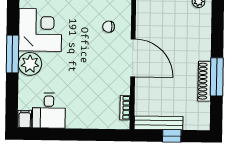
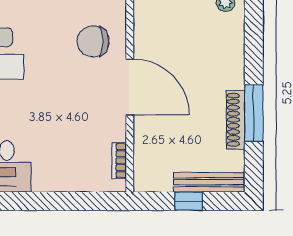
chair: (109, 27) -> (93, 41), width x1.87, depth x1.87
bench: (158, 123) -> (209, 182), moved

